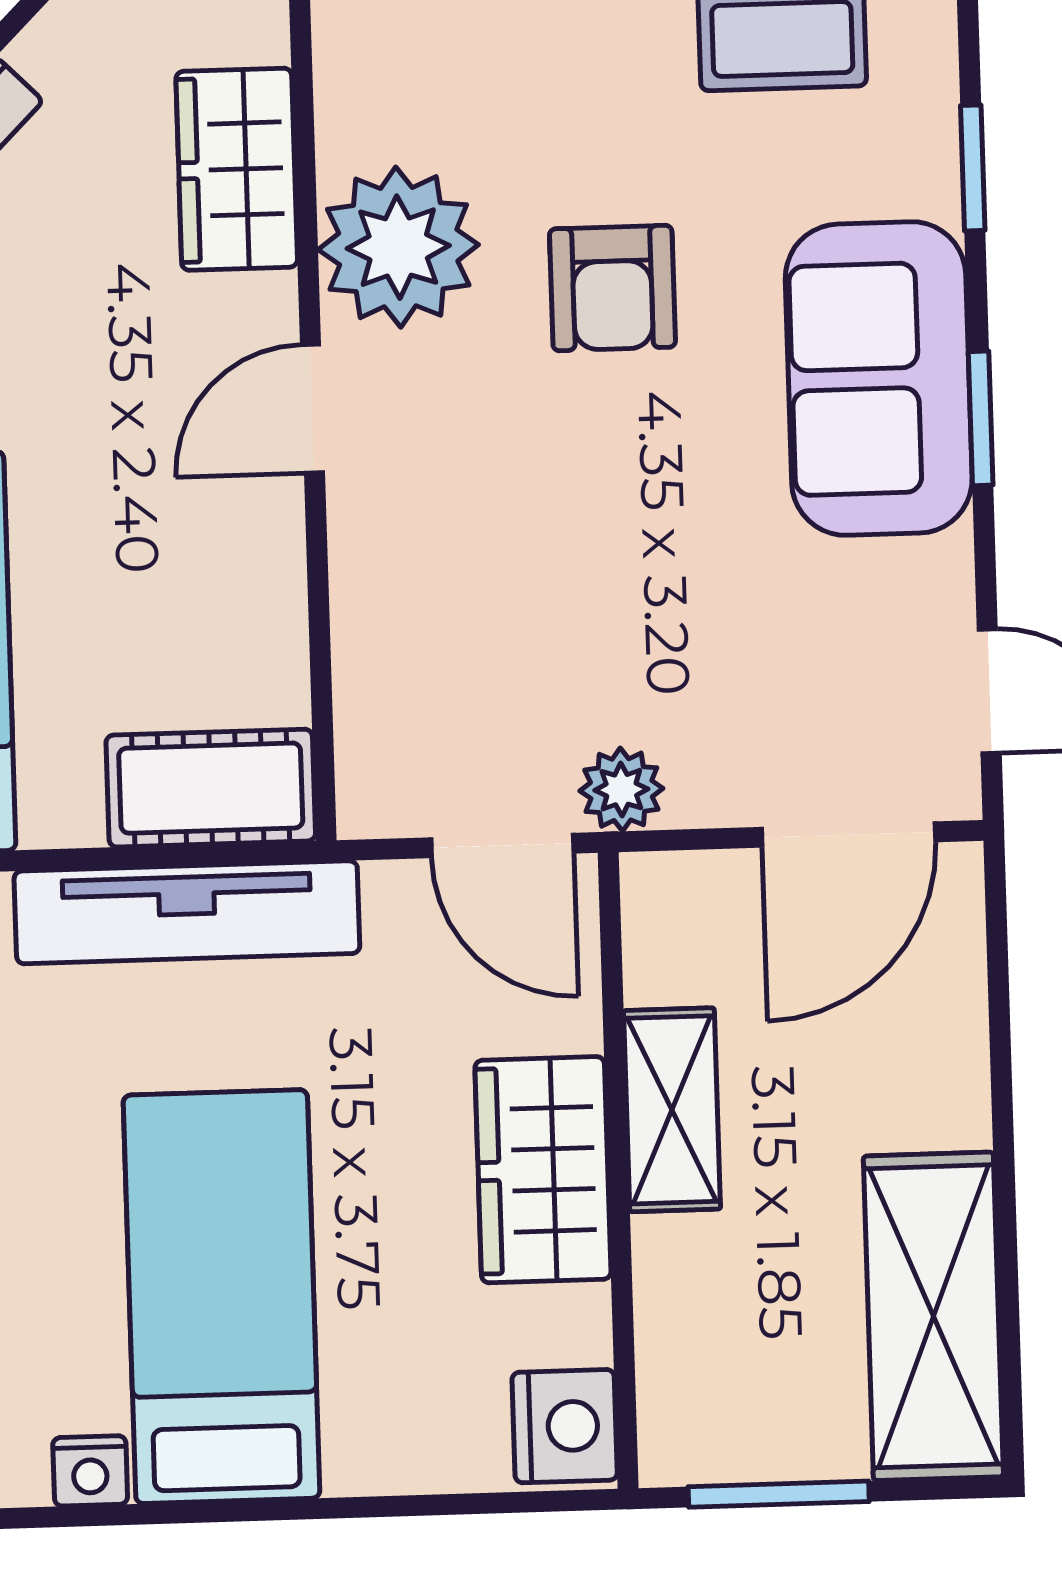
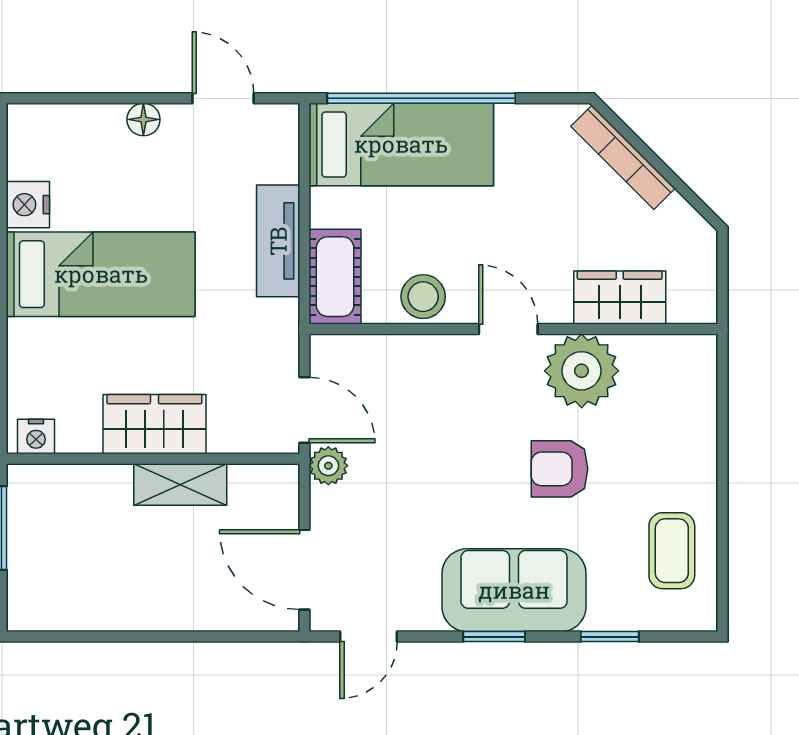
stool: (248, 596) -> (423, 297), added
door: (502, 845) -> (304, 410), swing flipped
tv unit: (187, 912) -> (278, 241), width x0.71
shelving: (933, 1316) -> (81, 602), removed
nightstand: (565, 1426) -> (36, 437), width x0.72, depth x0.74
nightstand: (90, 1471) -> (28, 205), width x1.39, depth x1.35

